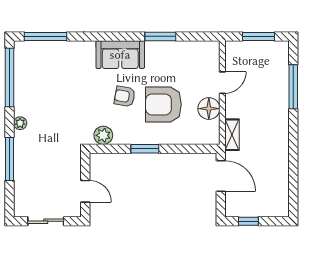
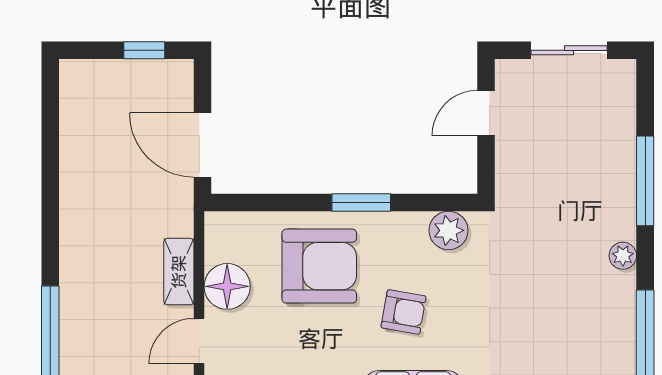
armchair: (163, 104) -> (319, 266), moved
shelving: (232, 135) -> (179, 272), moved
door: (85, 191) -> (486, 113), hinge flipped

